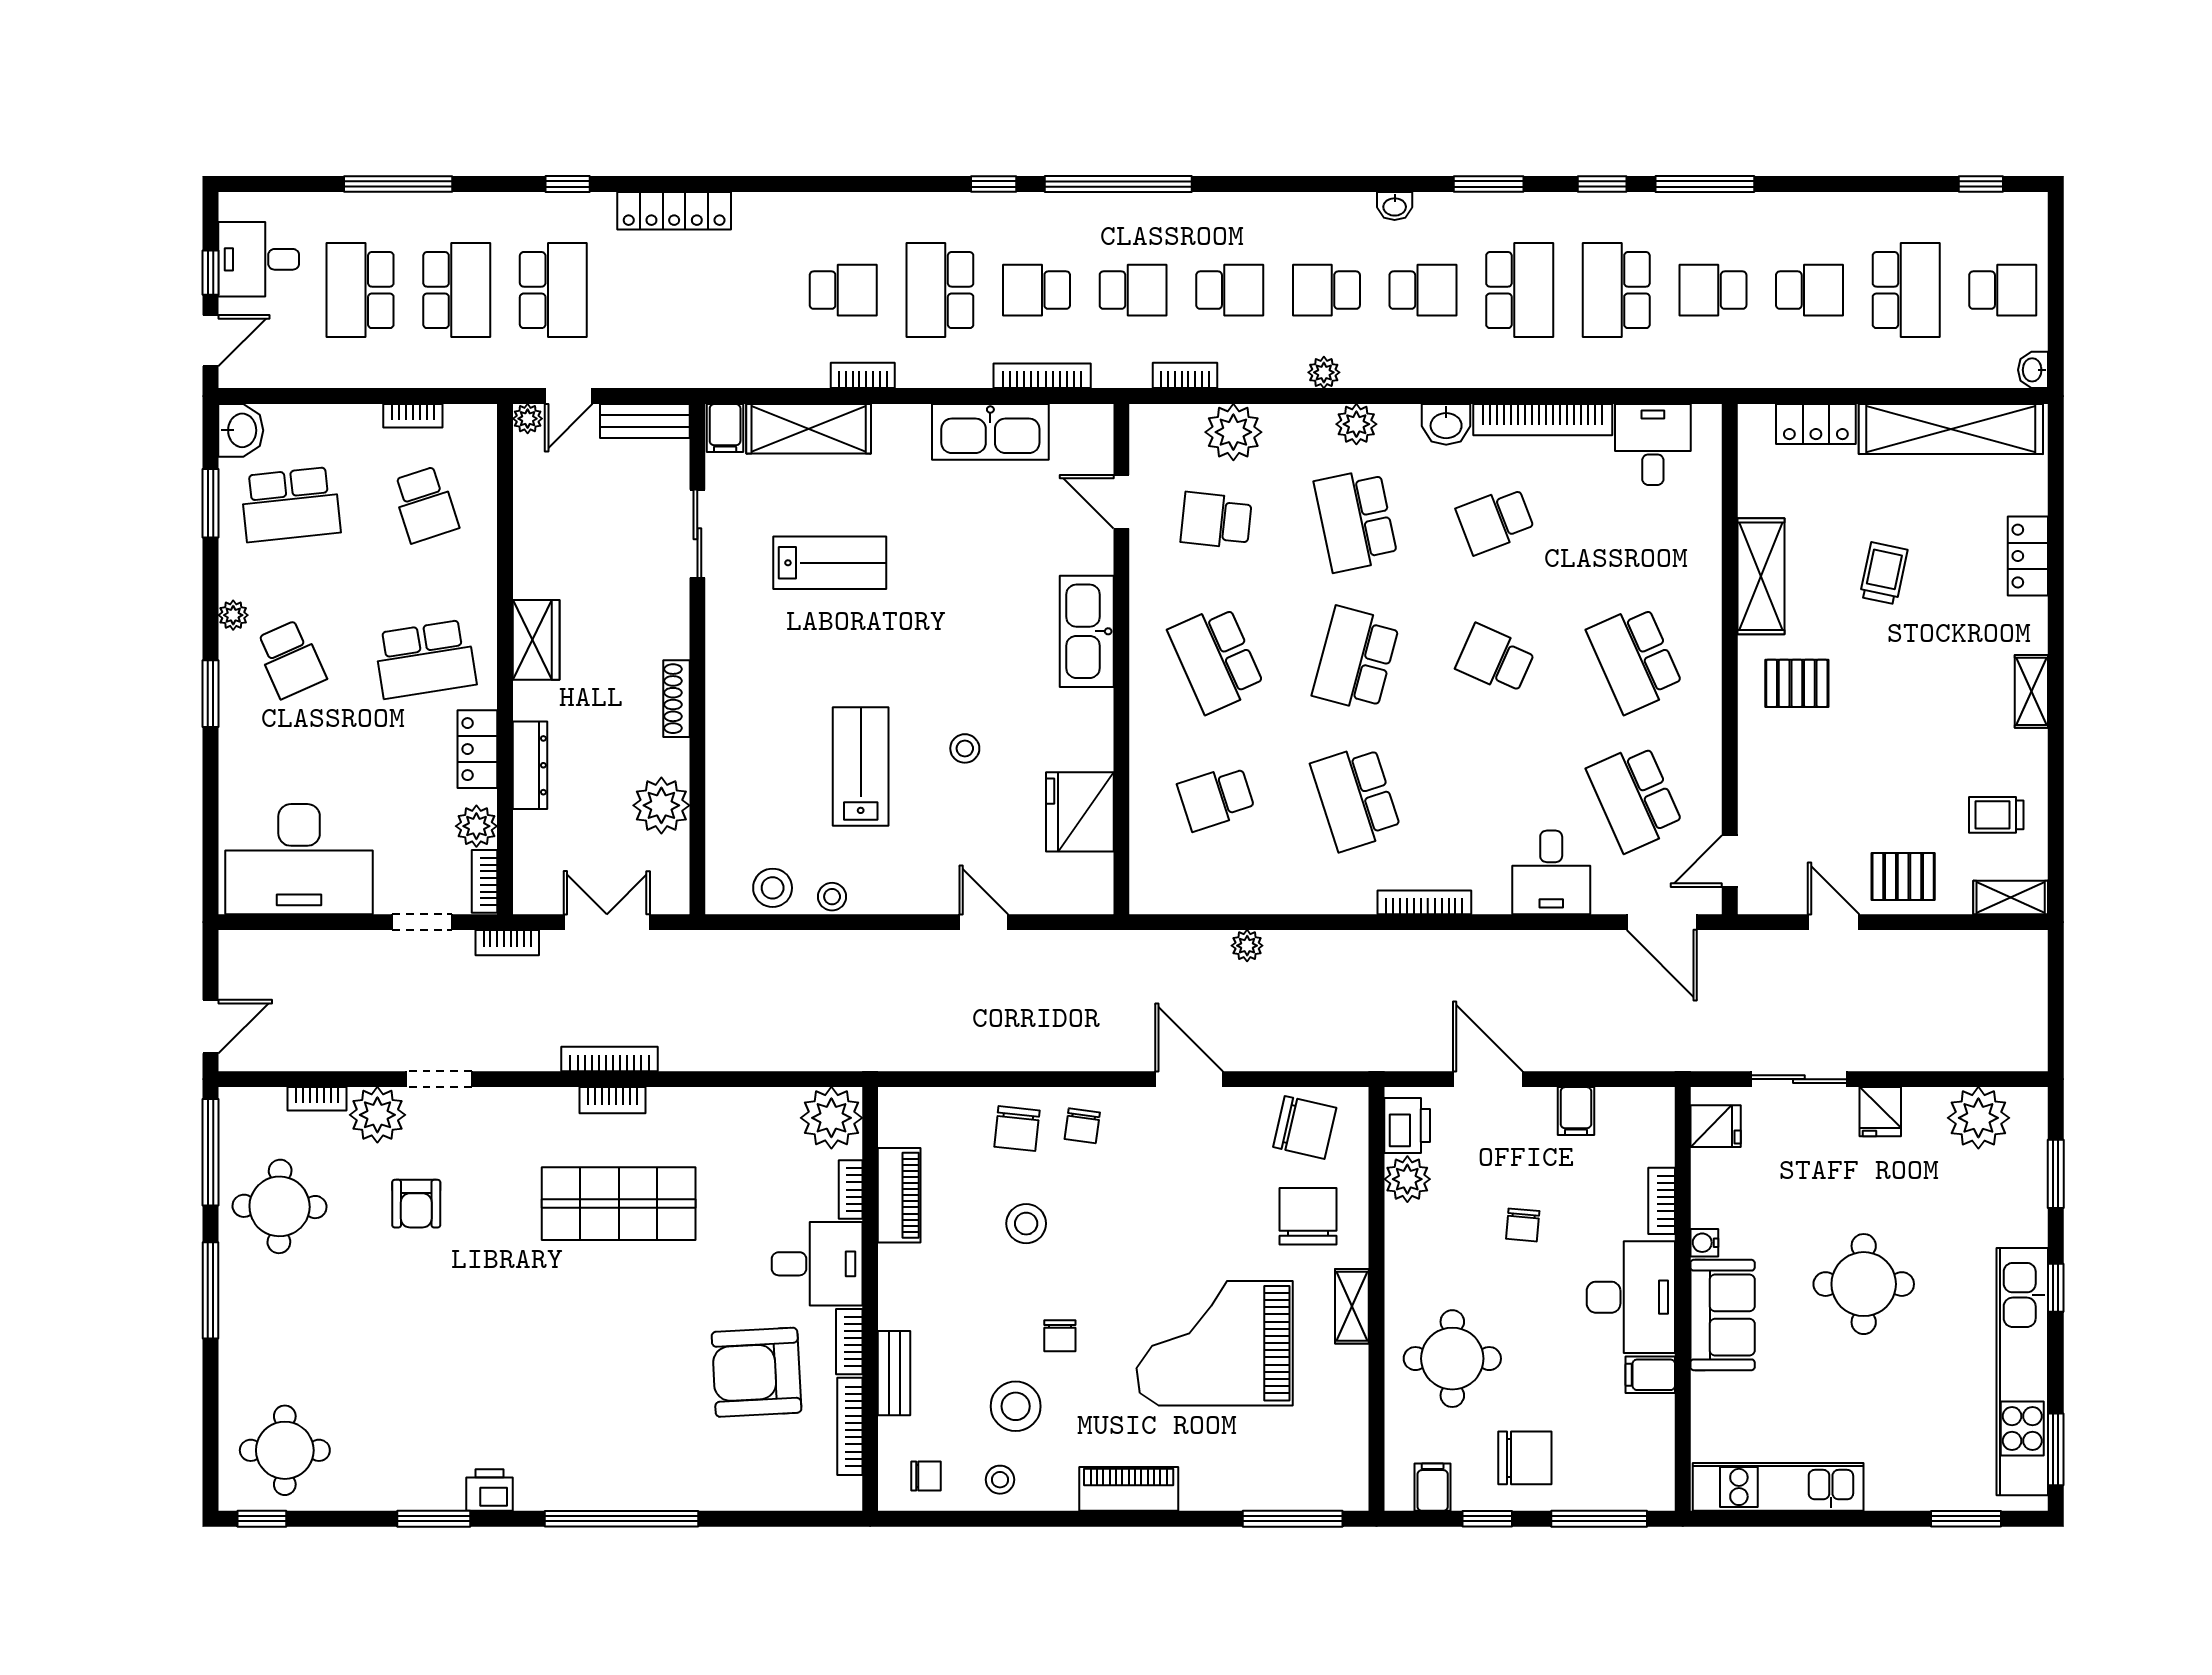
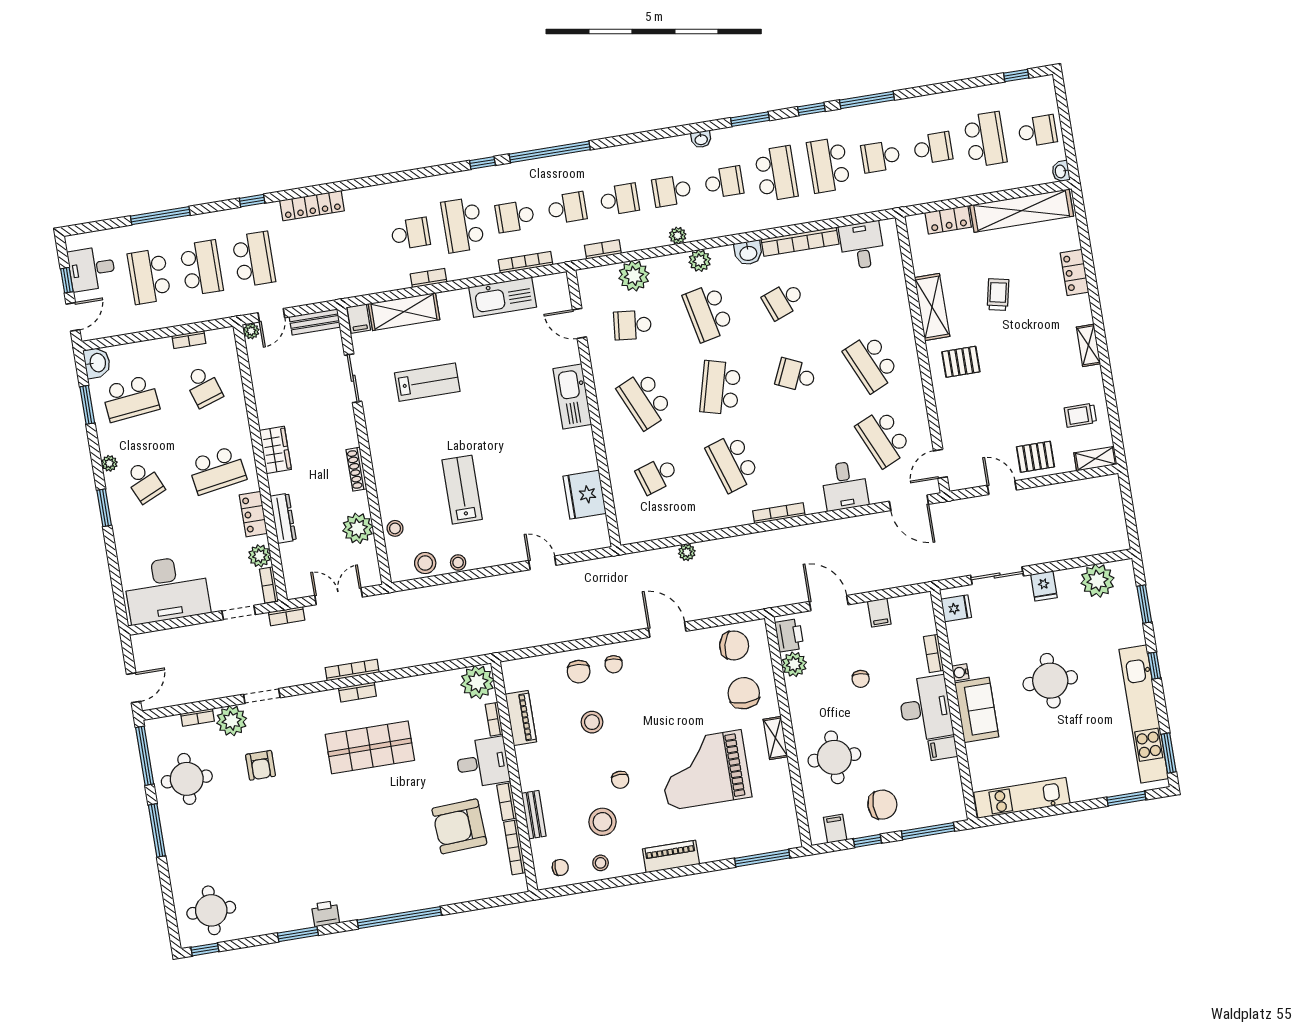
stool: (965, 748) -> (395, 528), moved

